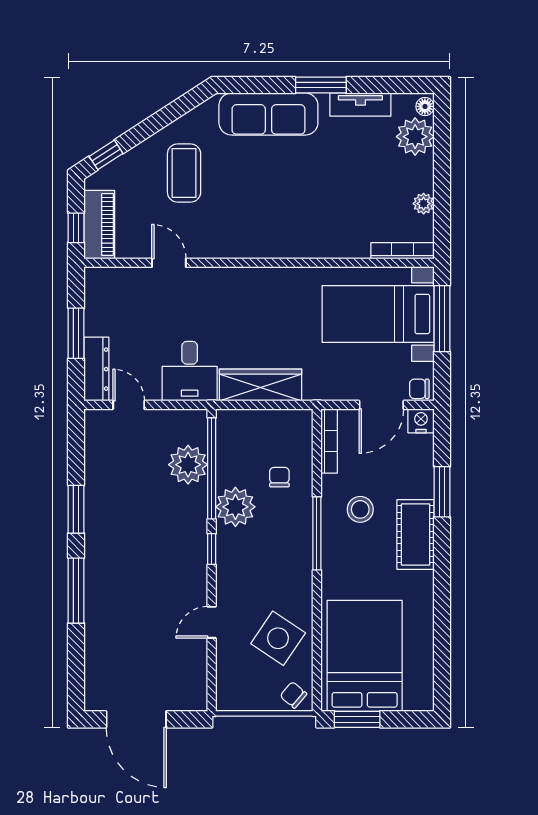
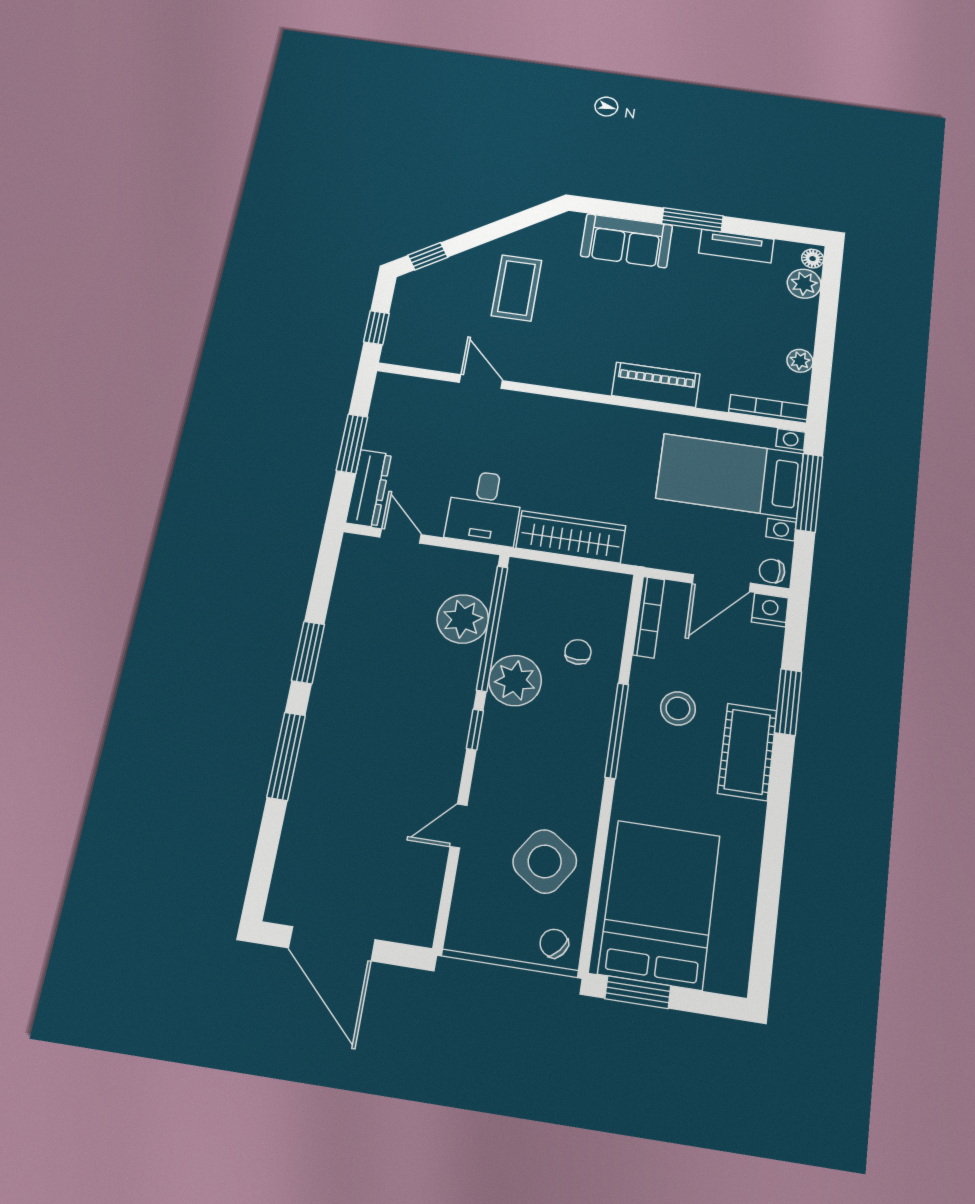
sofa: (268, 114) -> (627, 241), width x0.73
plant: (415, 137) -> (804, 284), width x0.73, depth x0.73
piano: (99, 225) -> (656, 385), moved, turned -90

